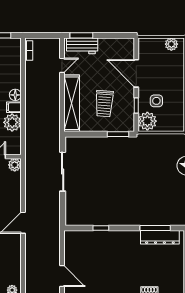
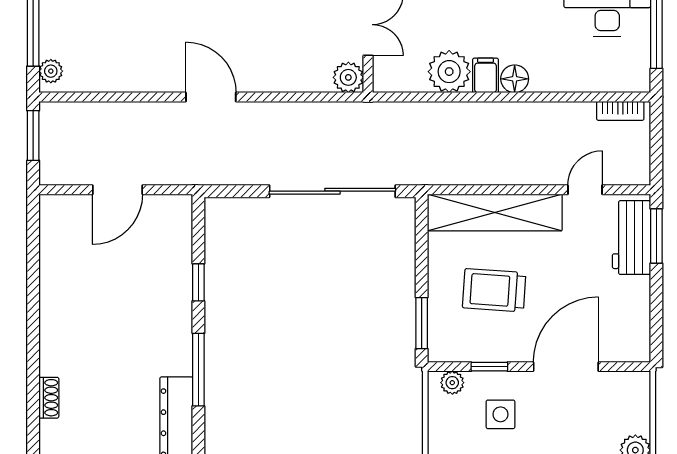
door: (62, 65) -> (585, 190), swing flipped
plant: (147, 121) -> (452, 383), width x0.53, depth x0.53
sliding door: (63, 172) -> (332, 191), width x1.36
window: (155, 228) -> (198, 370), moved
door: (62, 276) -> (118, 190), moved

